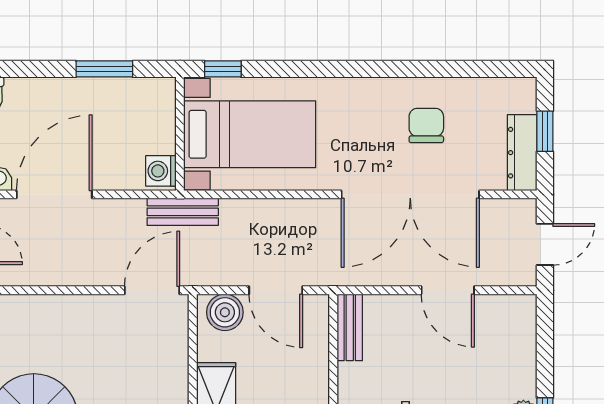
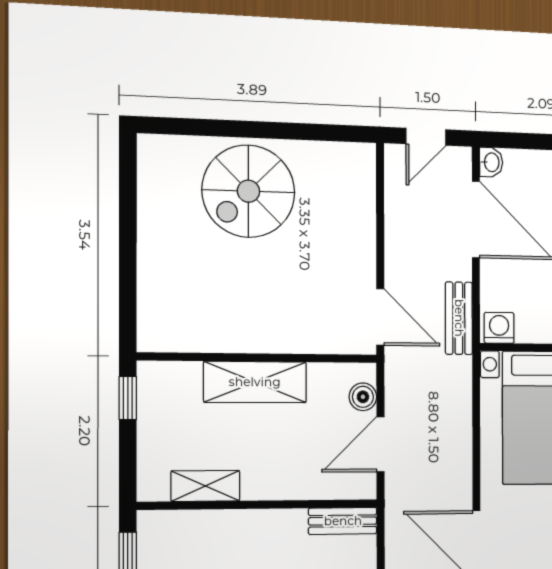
bench: (183, 212) -> (459, 318), moved
boiler: (225, 312) -> (363, 397), width x0.73, depth x0.73

